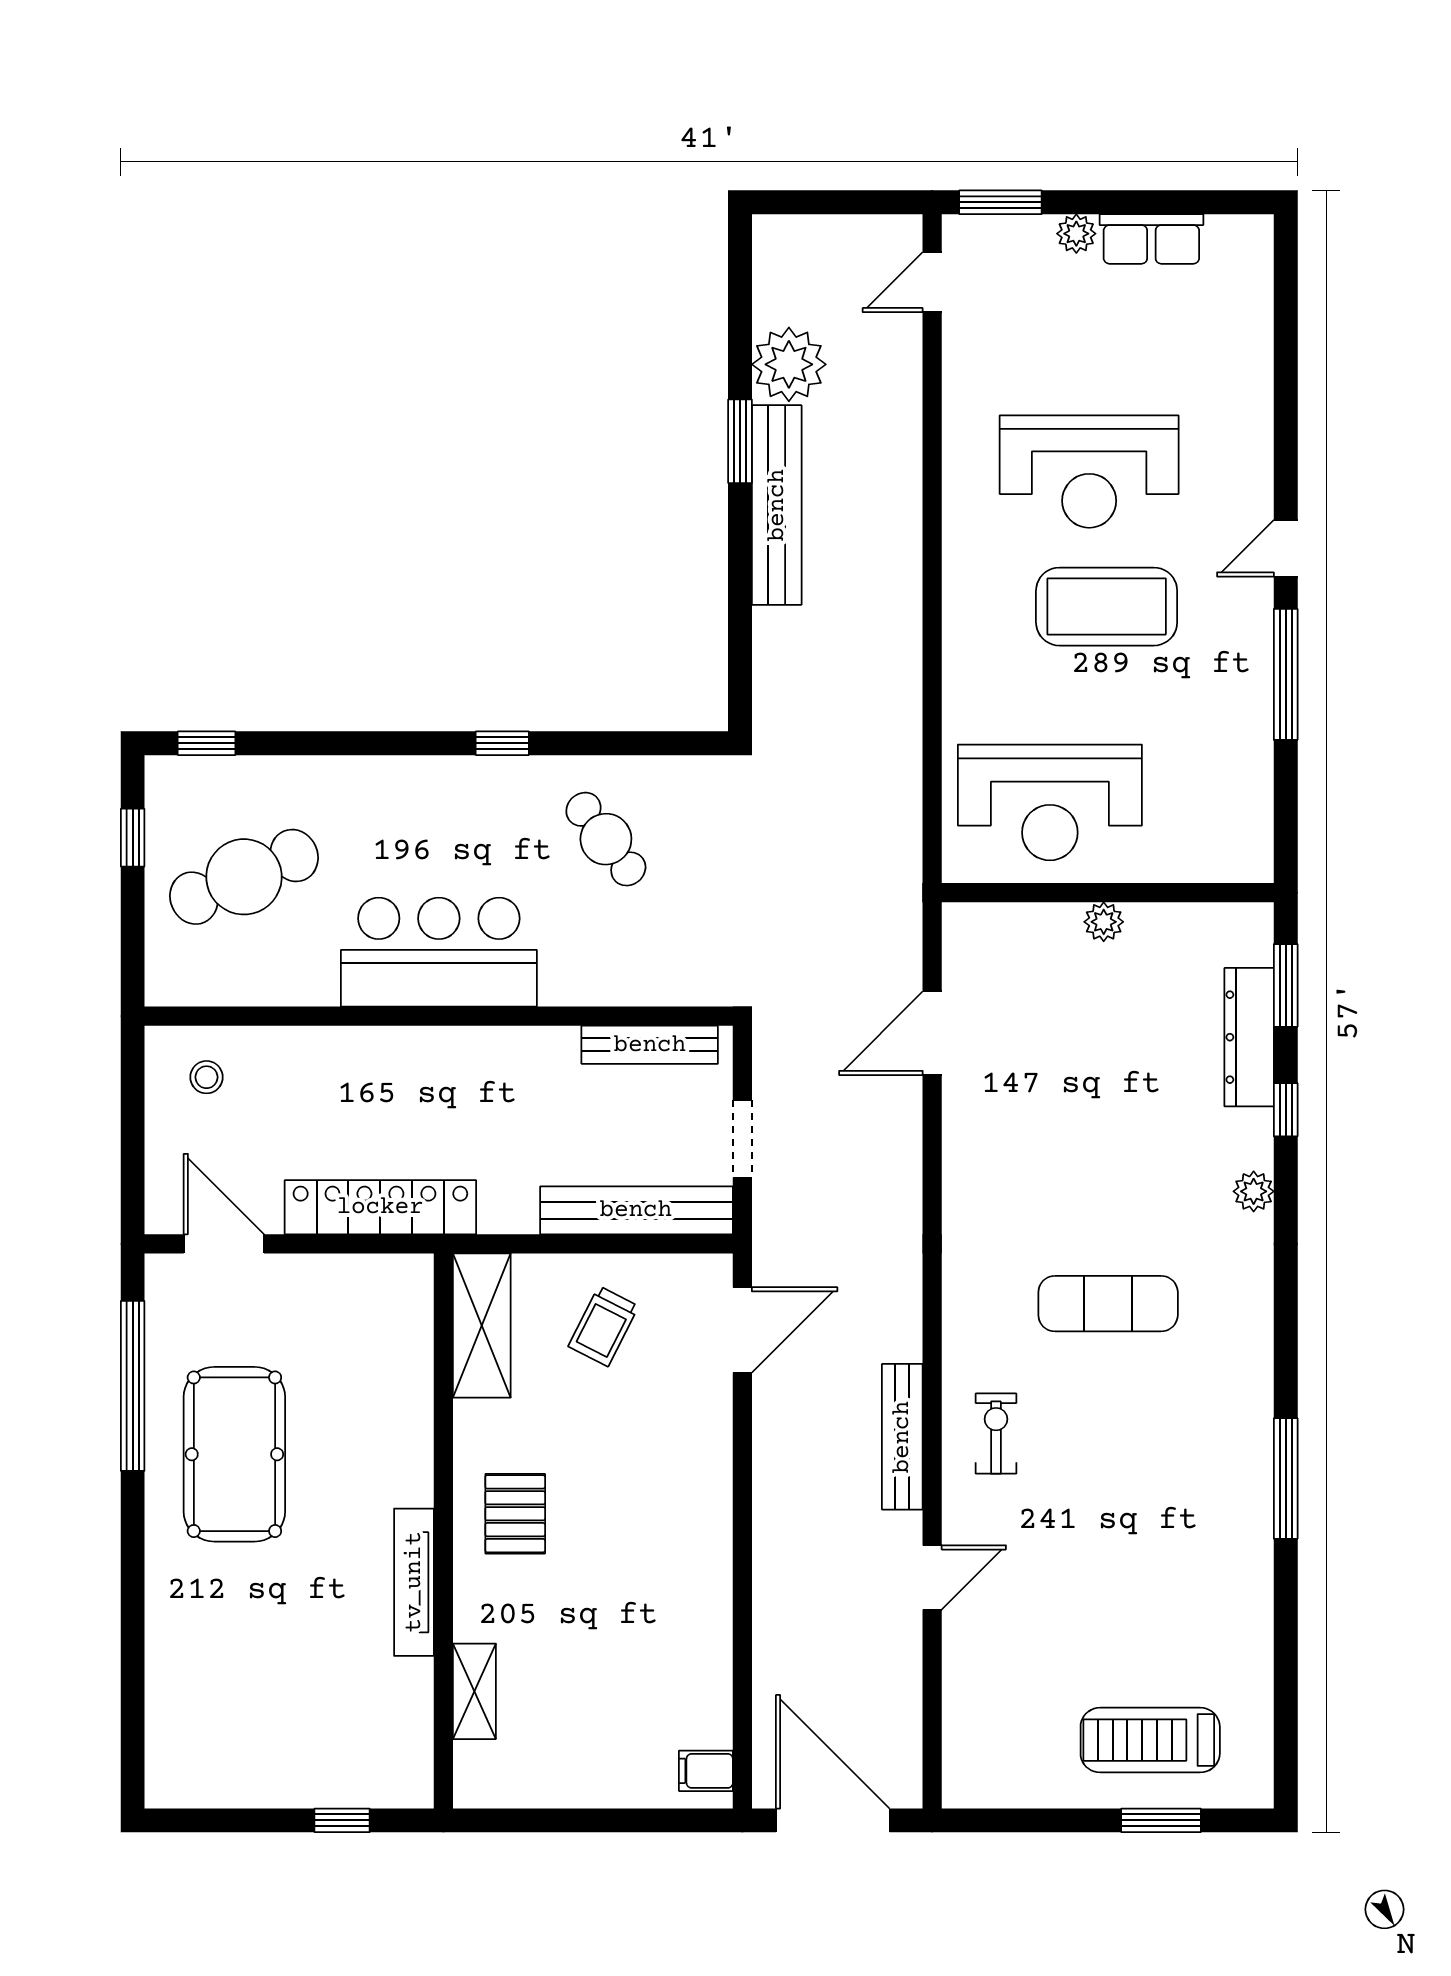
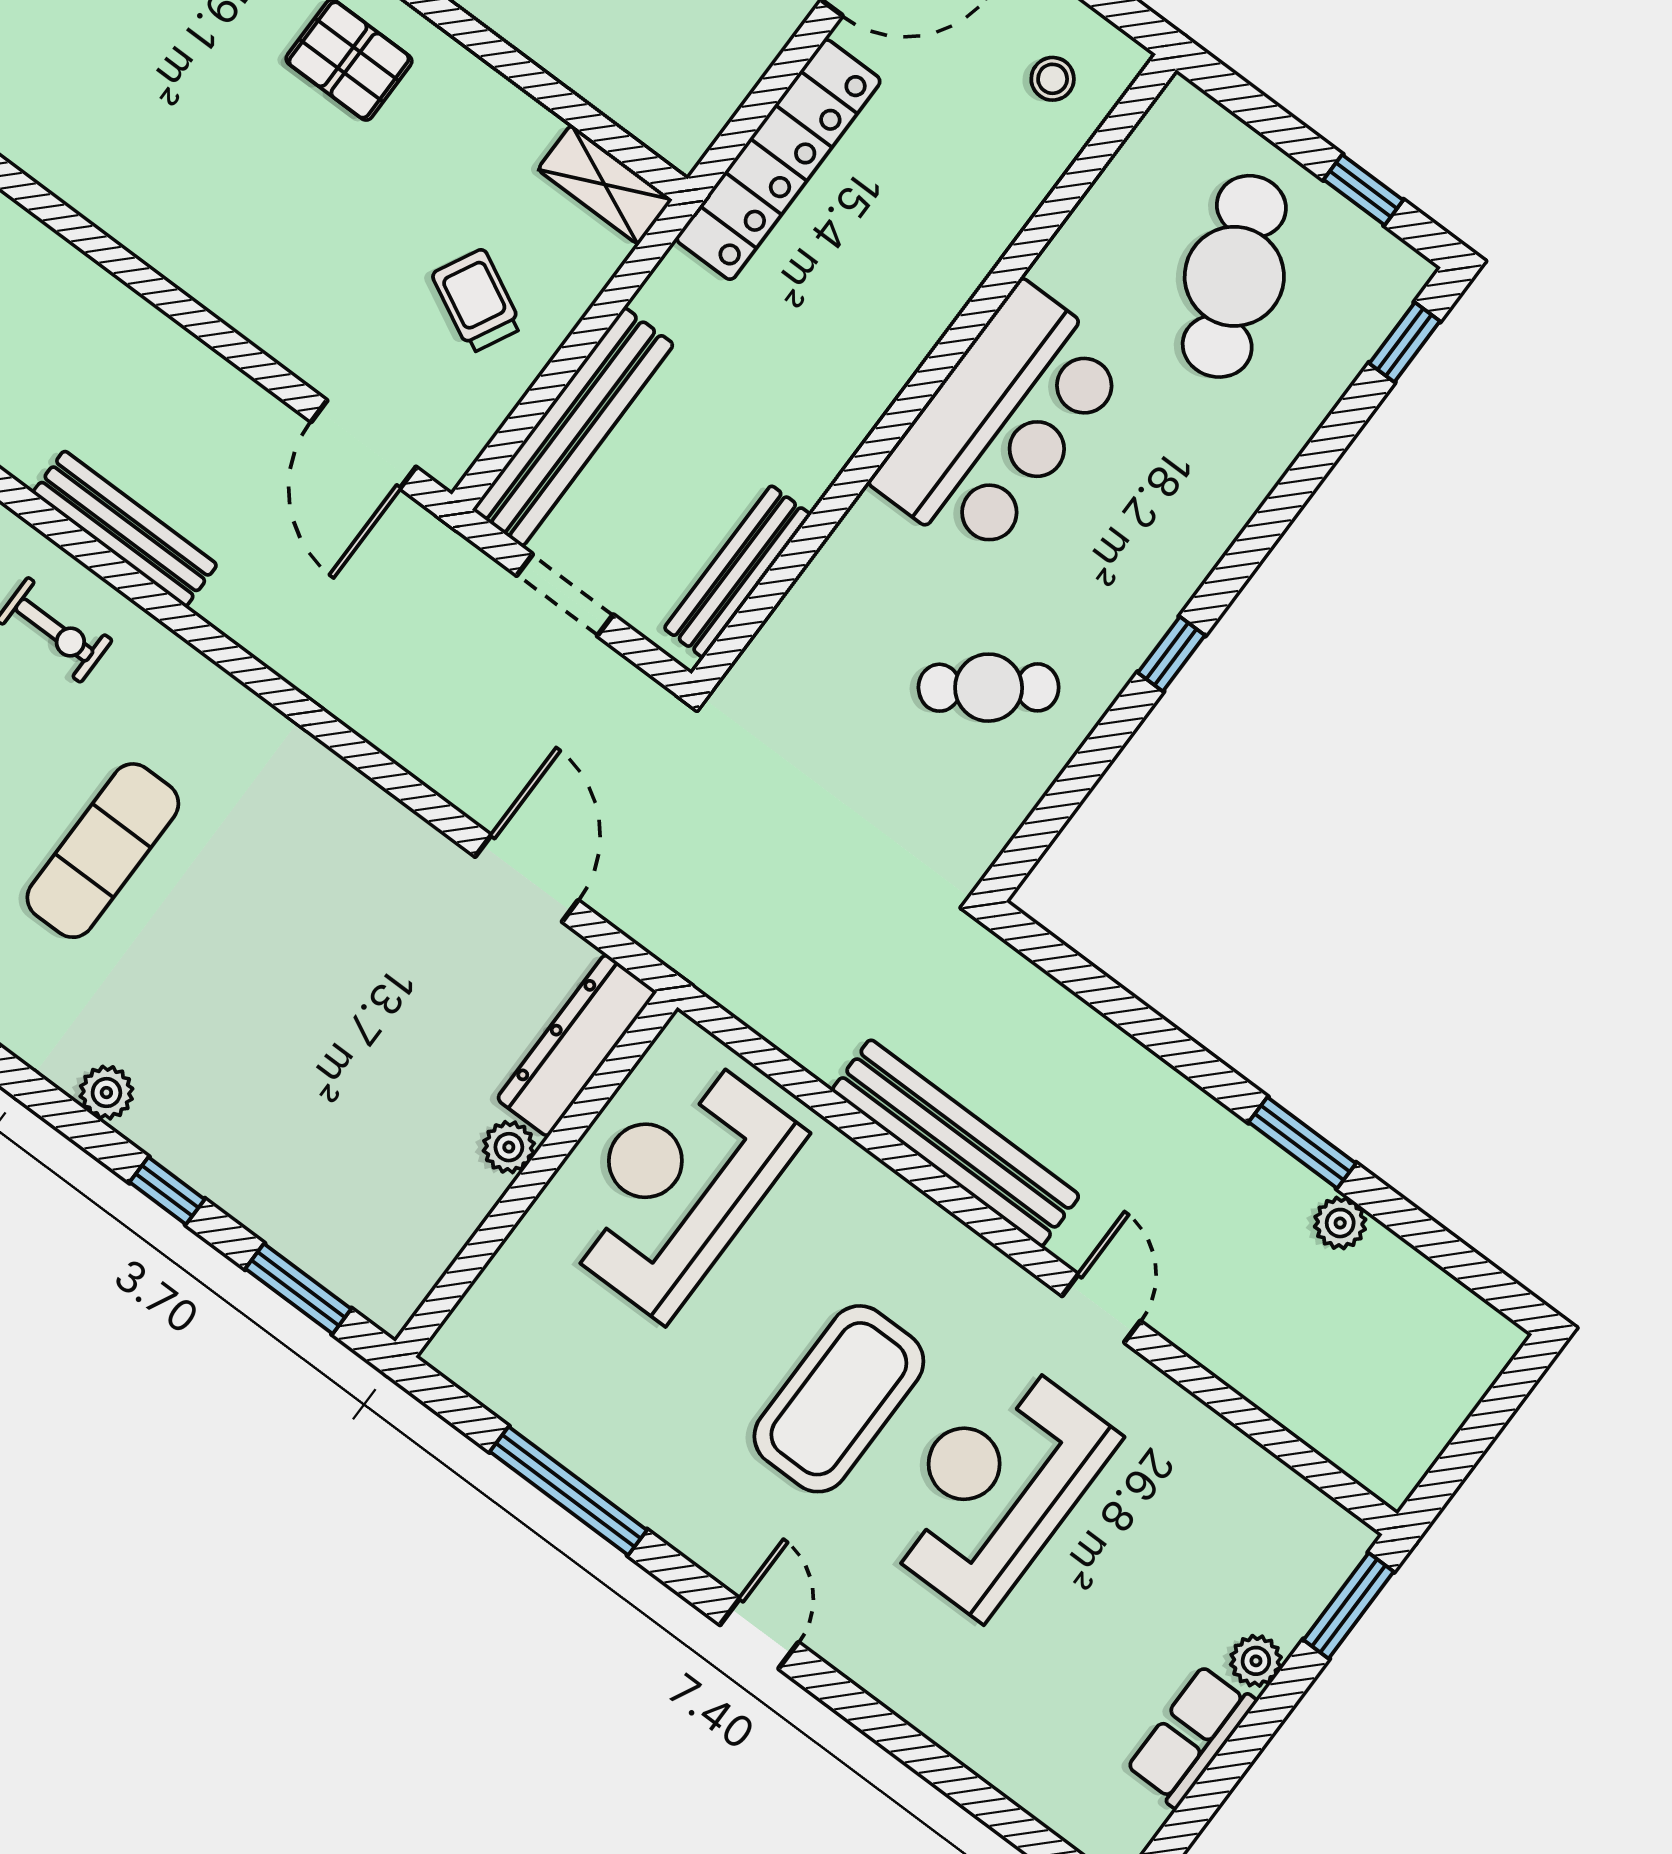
door: (932, 282) -> (1101, 1308), moved
plant: (789, 364) -> (1340, 1223), width x0.53, depth x0.53
bench: (777, 505) -> (956, 1143), moved
window: (1286, 674) -> (568, 1491), moved
dresser: (1249, 1037) -> (577, 1045), moved, turned -90
shelving: (482, 1325) -> (605, 185), width x0.67, depth x0.75

